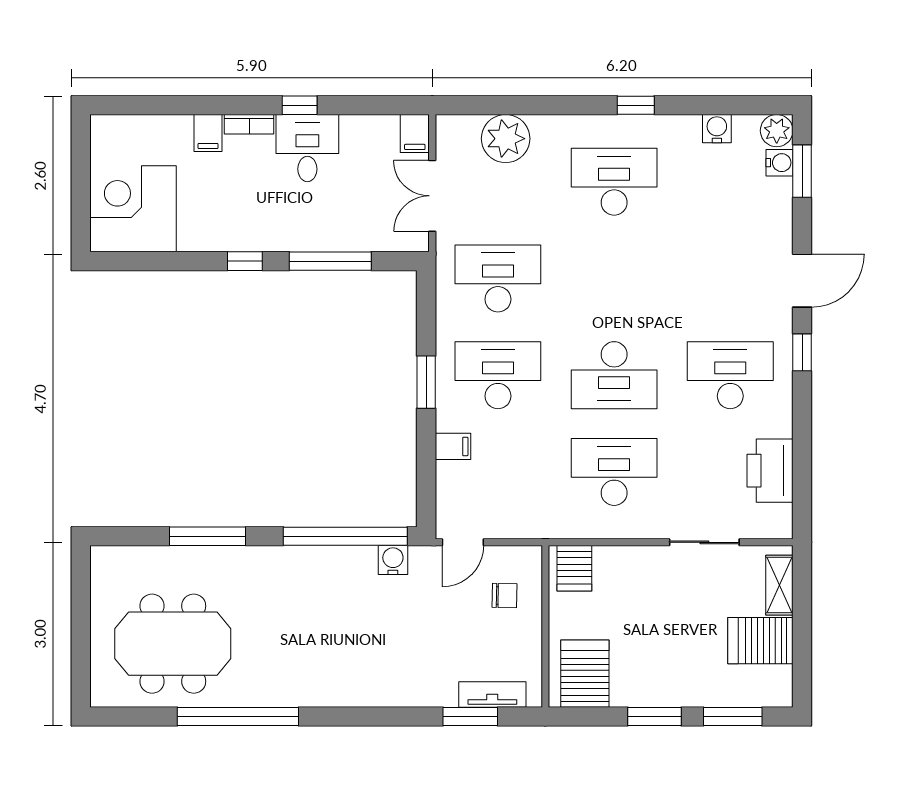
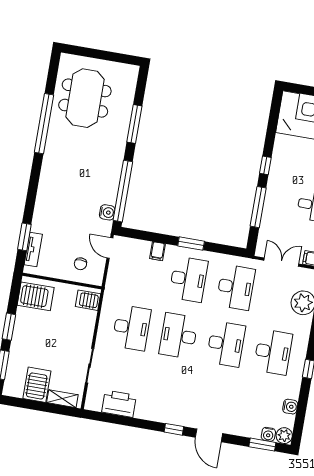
desk: (730, 375) -> (226, 344), moved

